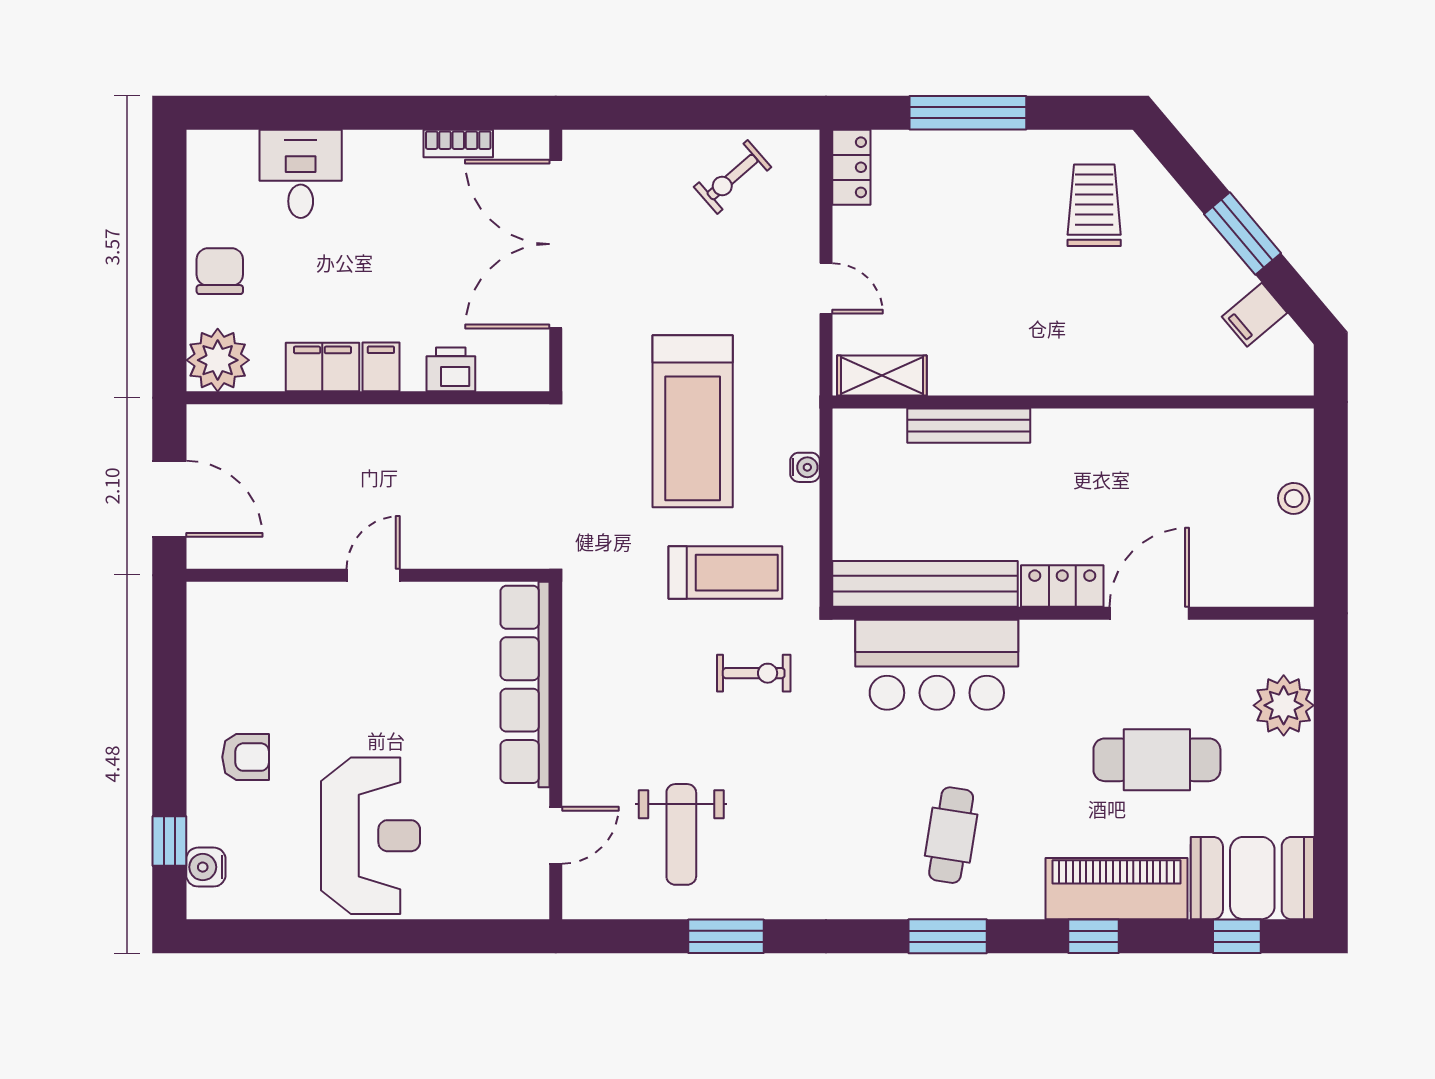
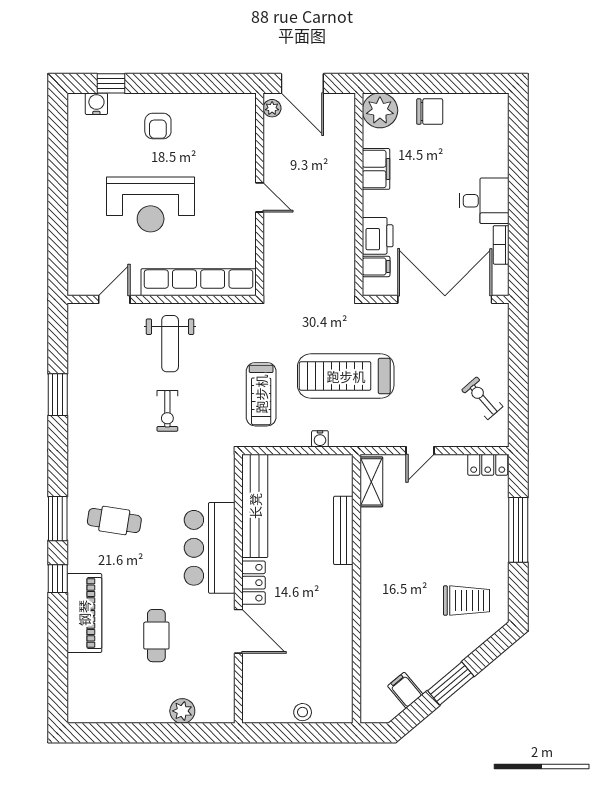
desk: (301, 174) -> (484, 201), moved
filing cabinet: (381, 367) -> (376, 266), moved
printer: (451, 369) -> (378, 236), width x1.36, depth x1.24
door: (169, 499) -> (302, 83), hinge flipped
plant: (214, 553) -> (272, 108), added
bar counter: (937, 665) -> (210, 548), moved
exercise bike: (754, 673) -> (167, 411), moved
plant: (1284, 705) -> (182, 711), width x0.73, depth x0.73
cafe table: (1157, 760) -> (156, 636), width x0.73, depth x0.74
weight bench: (681, 834) -> (170, 344), moved, turned -90
door: (556, 835) -> (114, 299), swing flipped
reception desk: (371, 836) -> (151, 205), moved
booth: (1252, 878) -> (90, 689), removed
window: (1093, 936) -> (58, 579), moved
window: (1237, 936) -> (58, 680), removed

